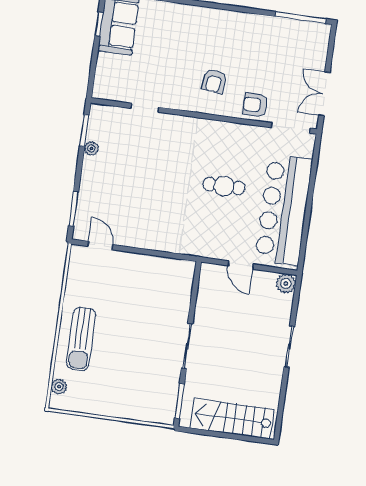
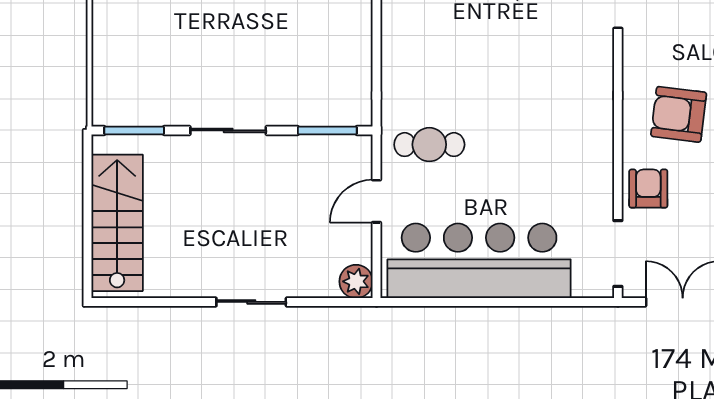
armchair: (214, 81) -> (679, 114), width x1.38, depth x1.38
cafe table: (224, 186) -> (429, 145), moved, turned 90
window: (195, 288) -> (327, 130), added

